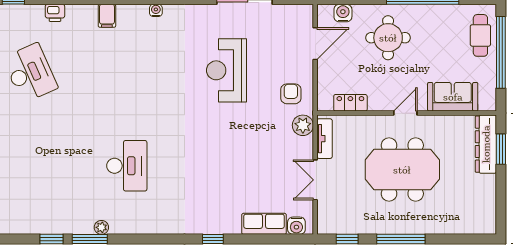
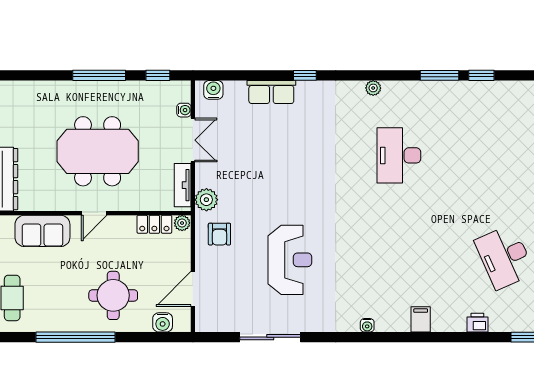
plant: (325, 104) -> (182, 223), added
water cooler: (323, 207) -> (184, 110), added
row of seats: (264, 224) -> (271, 92), moved
plant: (101, 227) -> (373, 88), moved

